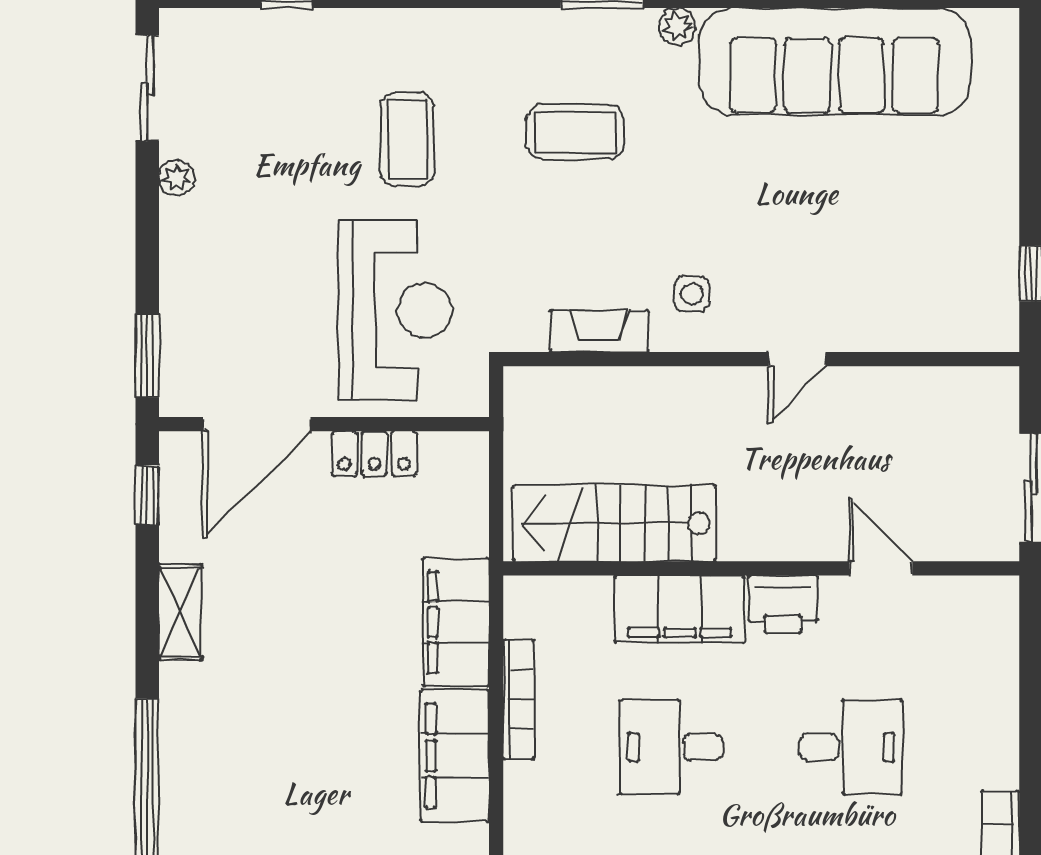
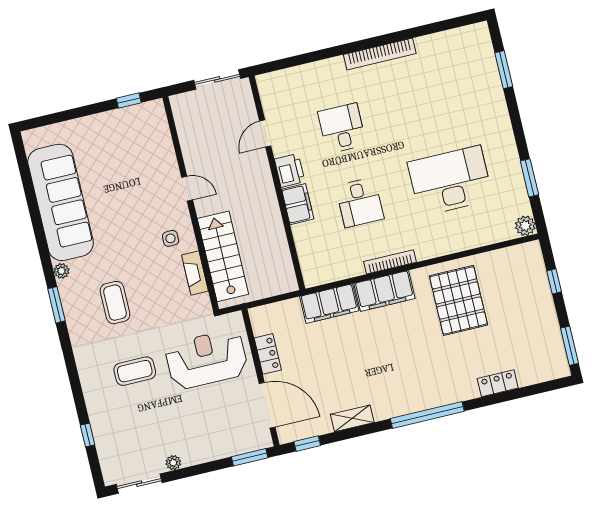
stairs: (614, 523) -> (223, 256), moved, turned 180
filing cabinet: (680, 609) -> (298, 204), width x0.67, depth x0.86
bookcase: (518, 699) -> (390, 262), moved

